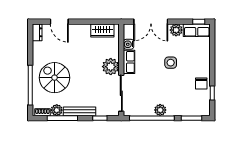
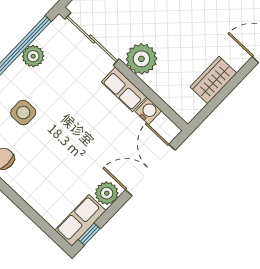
wardrobe: (102, 30) -> (213, 80), moved
side table: (171, 63) -> (23, 113), moved
plant: (160, 110) -> (33, 56), moved

